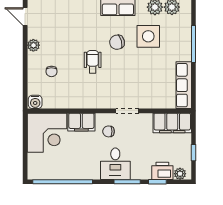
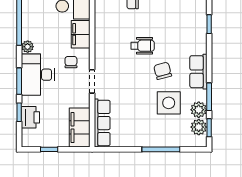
row of seats: (184, 85) -> (102, 123), moved, turned 90
desk: (115, 164) -> (38, 75), width x1.37
plant: (180, 174) -> (28, 47), moved

